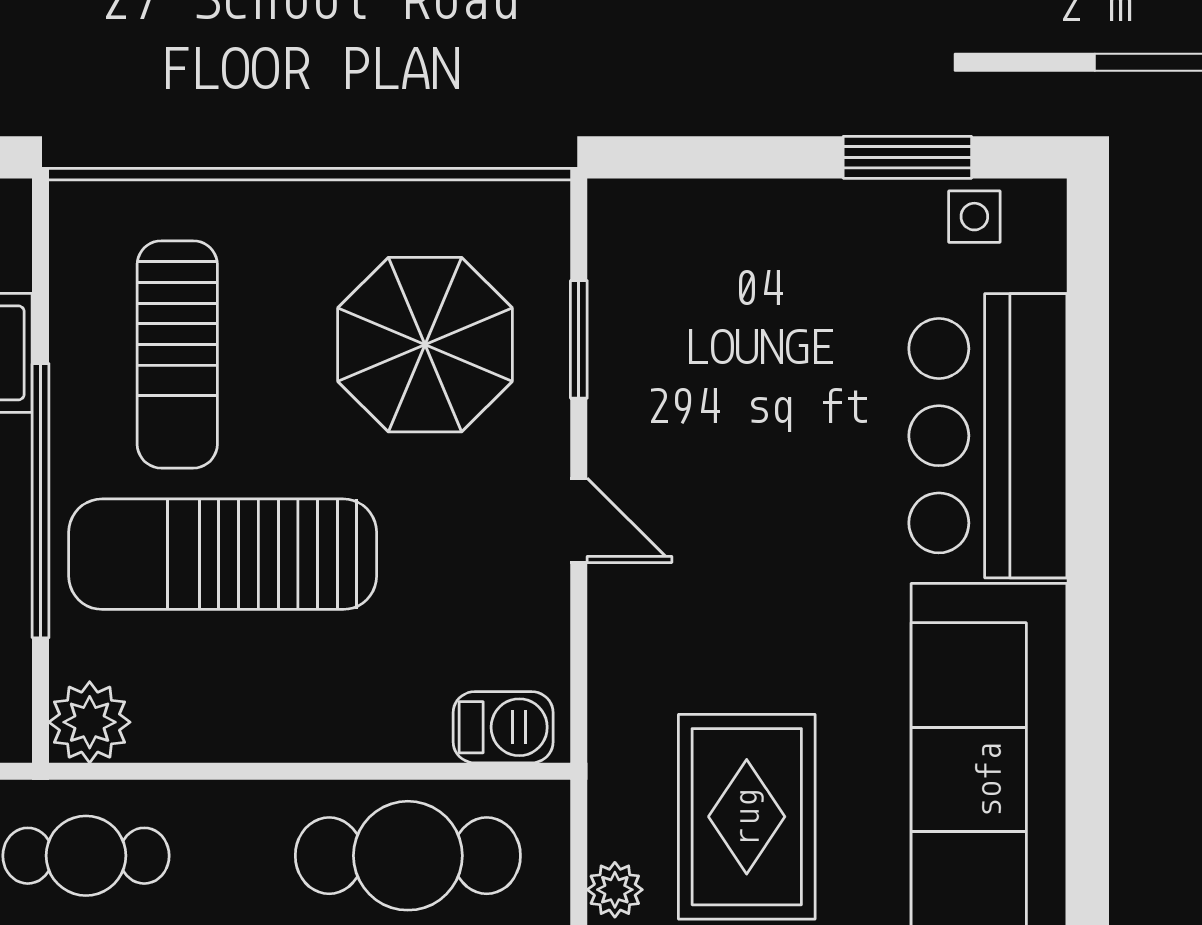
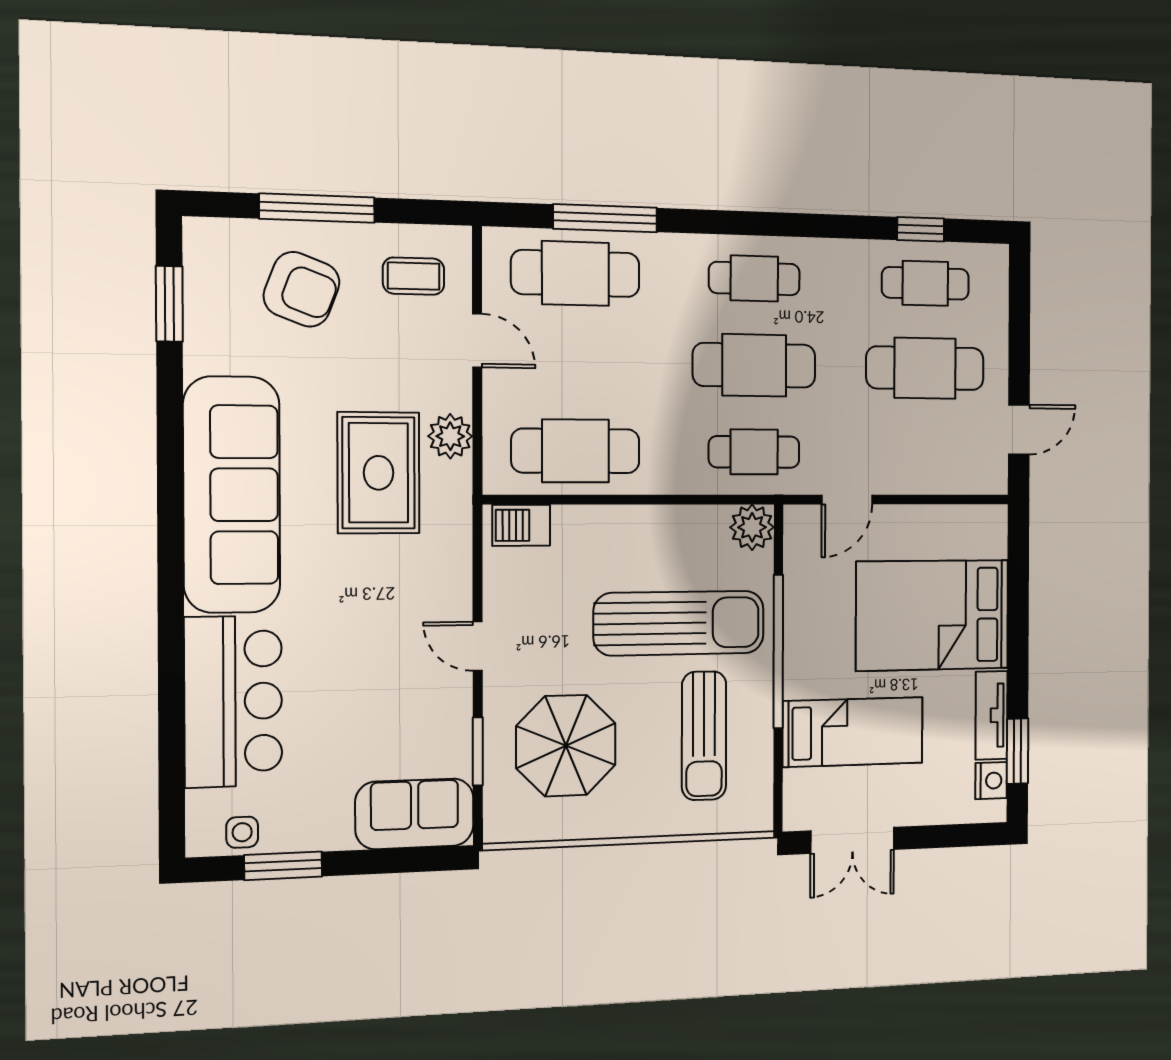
sofa: (687, 236) -> (415, 814), added
sun lounger: (177, 354) -> (704, 736), turned 180
plant: (615, 890) -> (450, 436), width x1.38, depth x1.38

